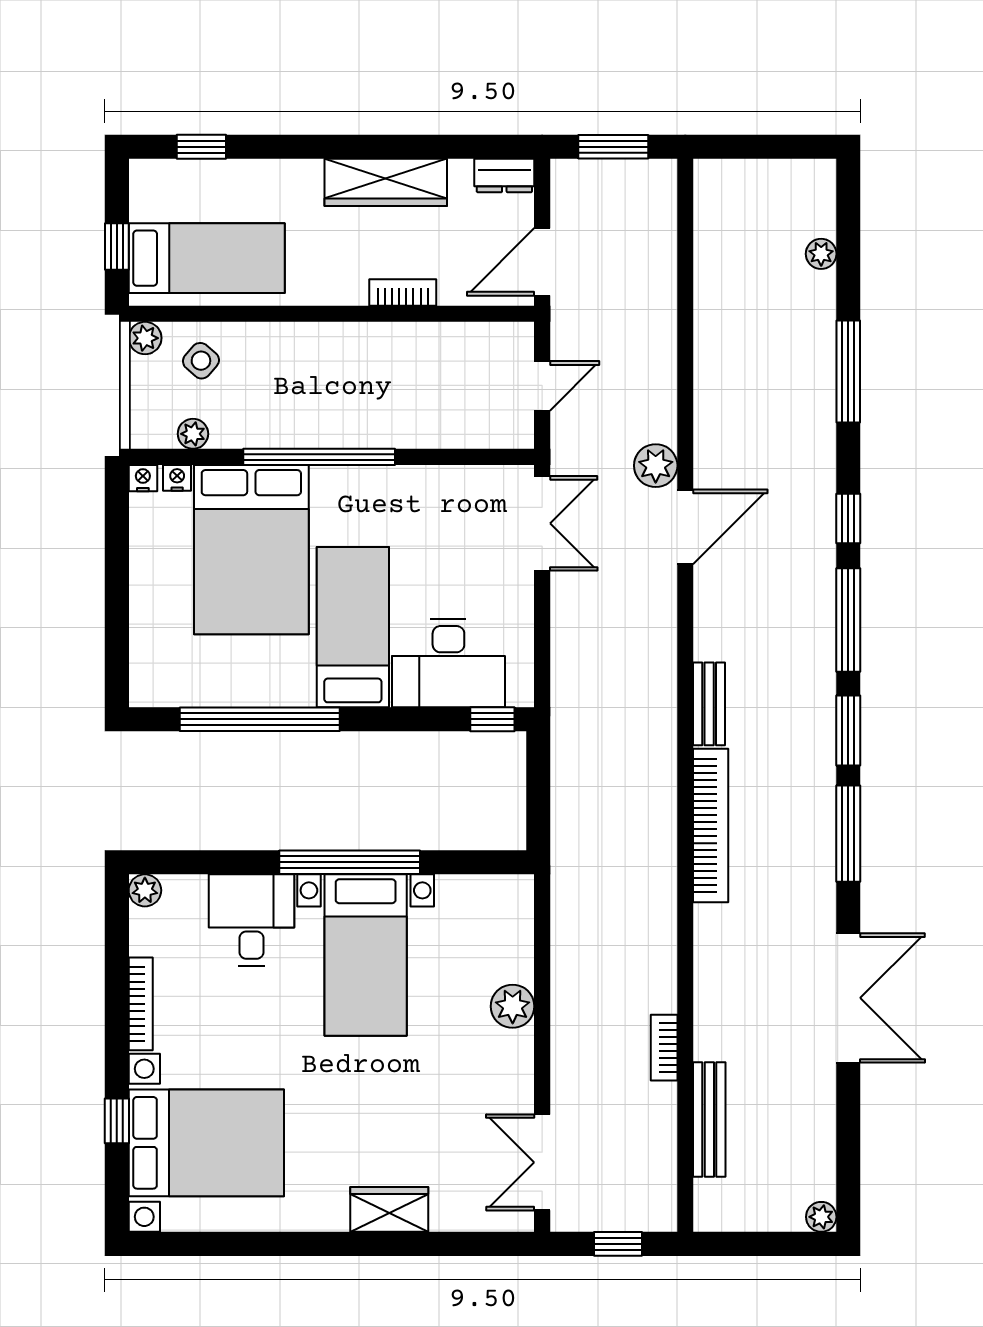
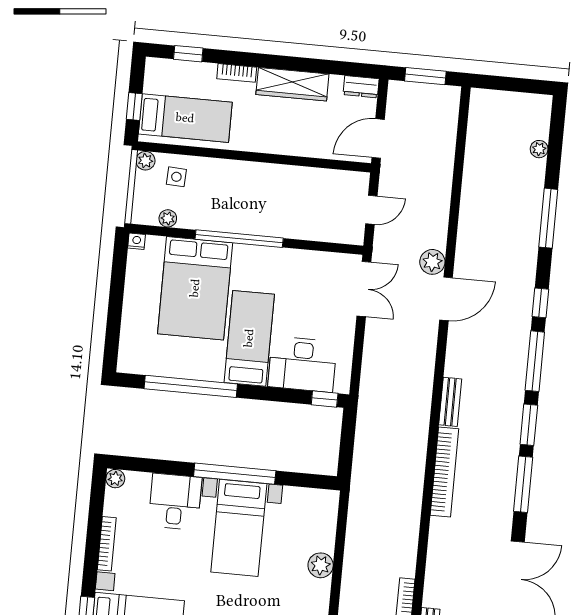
bookcase: (403, 292) -> (237, 73), moved, turned 180
side table: (201, 361) -> (176, 177), turned -38
nightstand: (177, 478) -> (156, 243), removed

